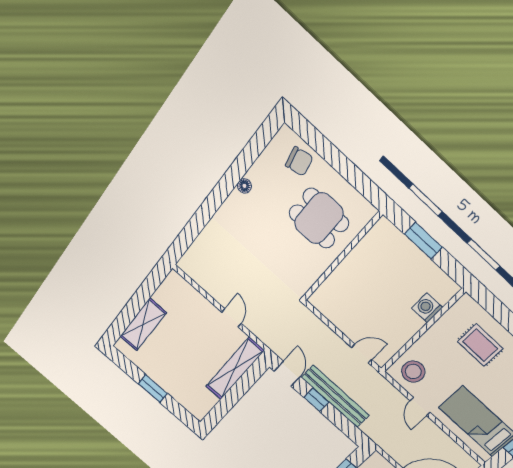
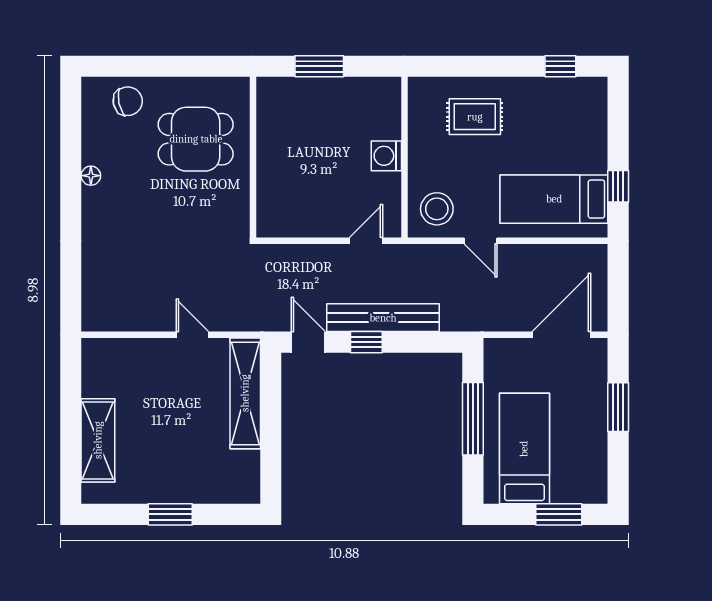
washing machine: (427, 308) -> (386, 156), moved

